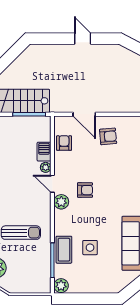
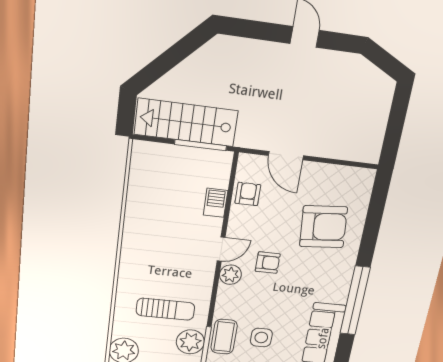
armchair: (108, 136) -> (323, 227), moved, width x1.88, depth x1.88
plant: (46, 167) -> (190, 342), moved, width x1.88, depth x1.88
door: (52, 184) -> (221, 249), swing flipped

